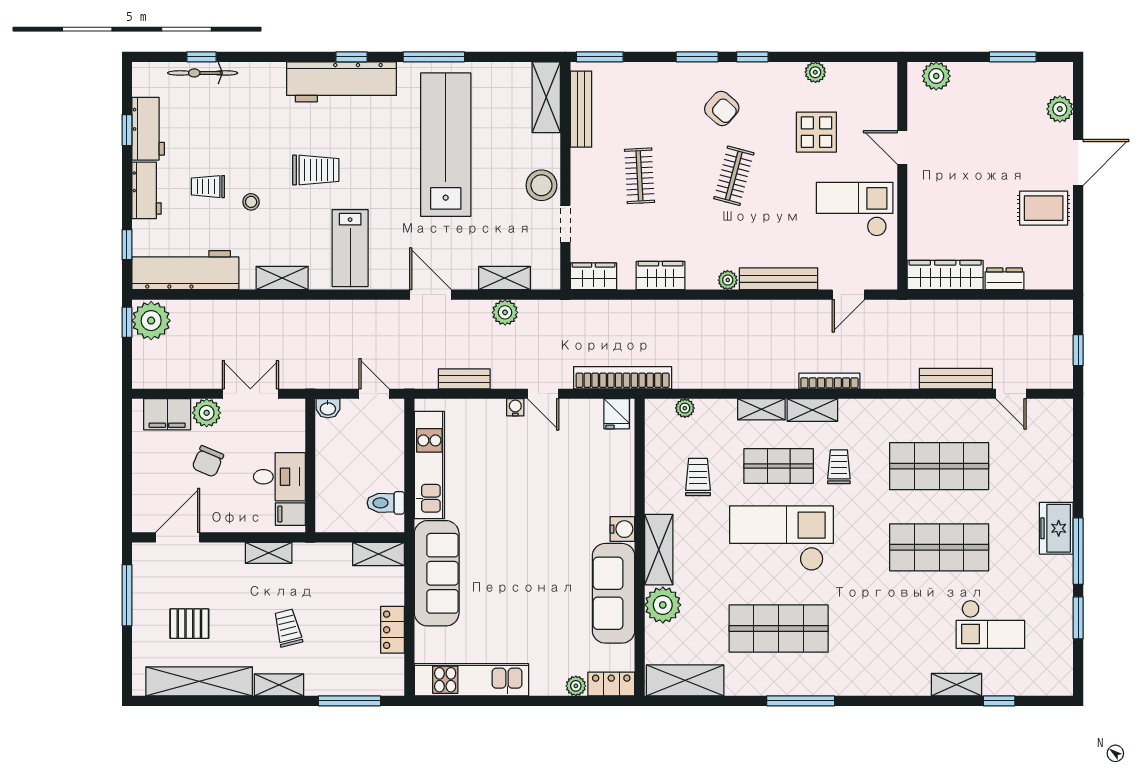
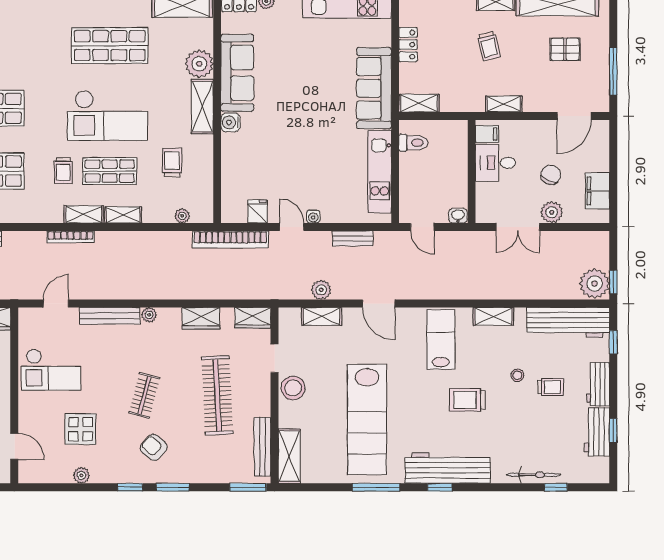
bicycle: (203, 73) -> (533, 475), moved
door: (902, 147) -> (14, 446), moved
clothes rail: (639, 176) -> (217, 395), width x1.86, depth x1.31
filing cabinet: (167, 414) -> (597, 191), moved, turned -90
fridge: (617, 414) -> (258, 211), moved
trolley: (698, 477) -> (172, 163), turned 180

